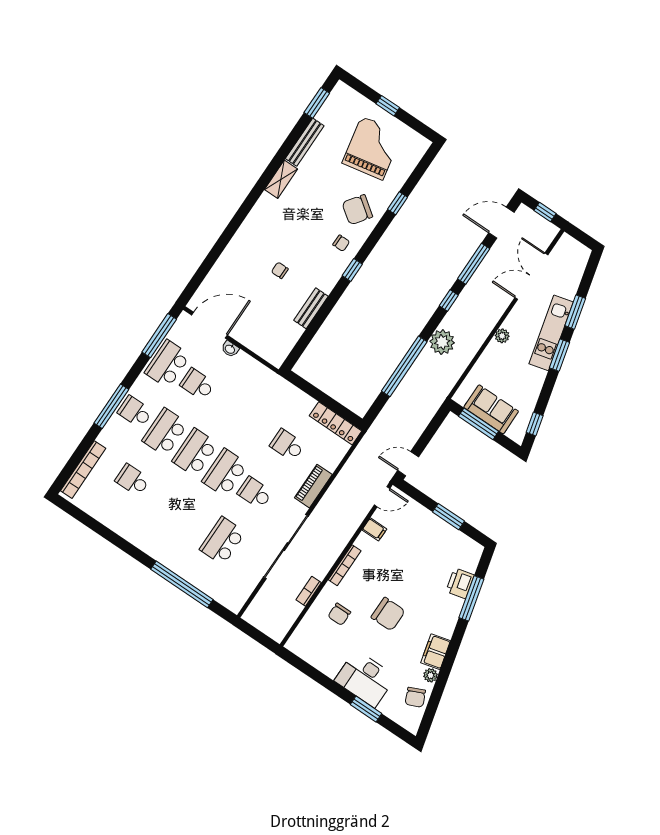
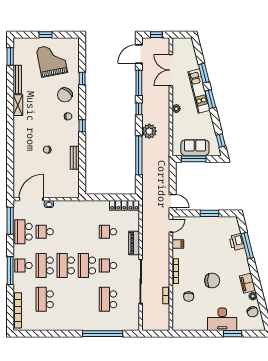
door: (408, 464) -> (173, 201), swing flipped
school desk: (133, 480) -> (45, 299), width x1.85

